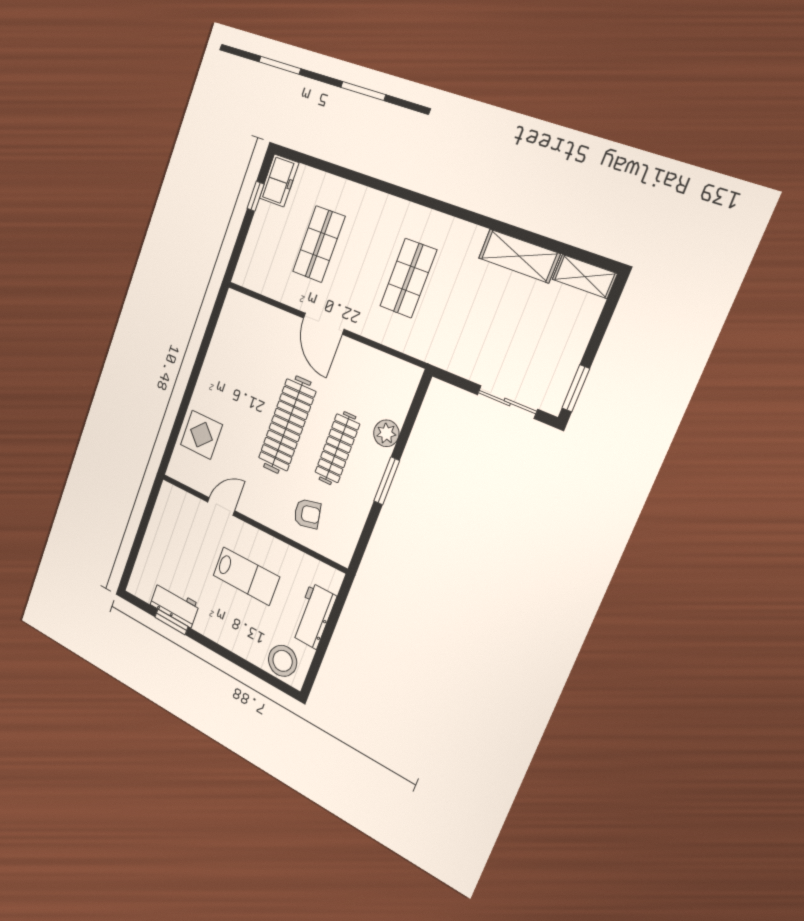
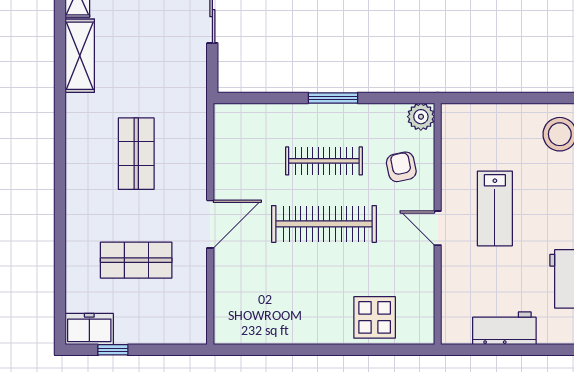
shop shelf: (408, 278) -> (136, 154), turned 90
plant: (386, 433) -> (421, 117), moved
door: (221, 506) -> (438, 228), moved
lab bench: (246, 576) -> (495, 208), turned 180
workbench: (314, 616) -> (504, 328), moved, turned 180

